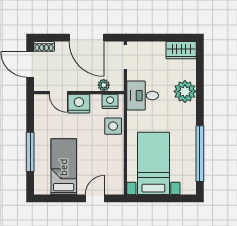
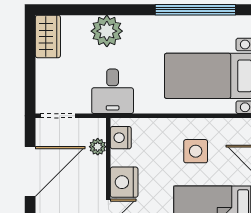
side table: (113, 126) -> (196, 151), moved

